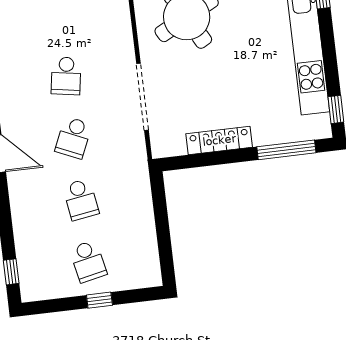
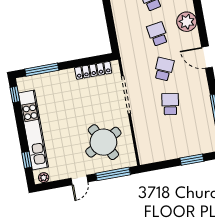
locker: (219, 140) -> (93, 70), moved
plant: (29, 218) -> (187, 22), added

